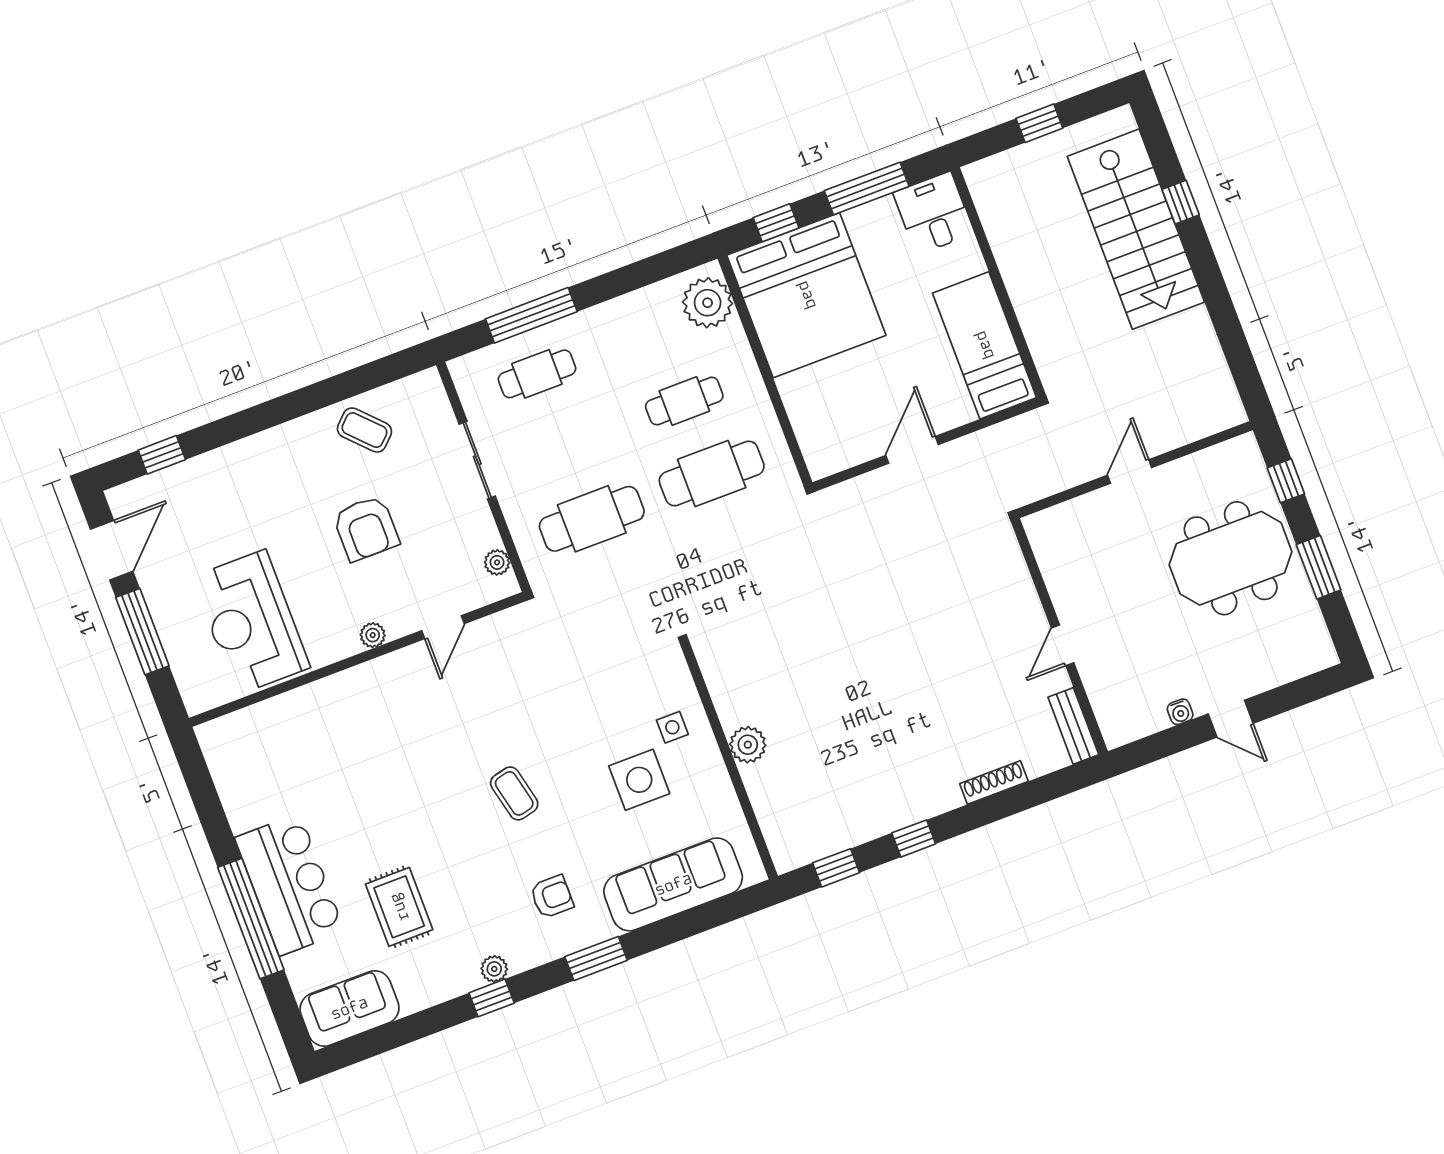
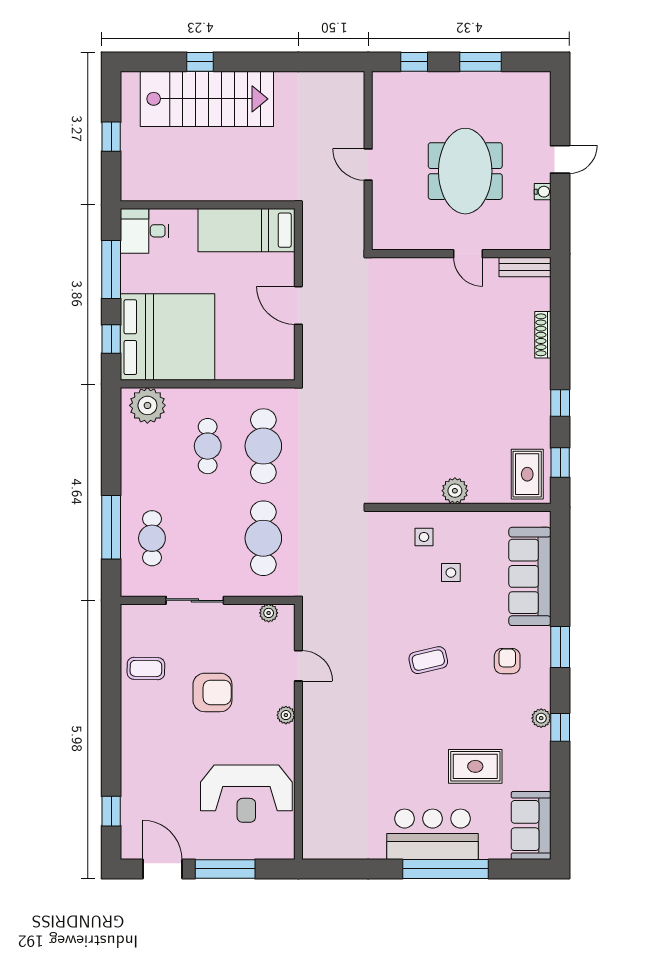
coffee table: (364, 430) -> (146, 668), turned 45
meeting table: (1231, 558) -> (465, 171), moved
side table: (639, 780) -> (451, 573), width x0.54, depth x0.54
rug: (805, 831) -> (527, 474), added

